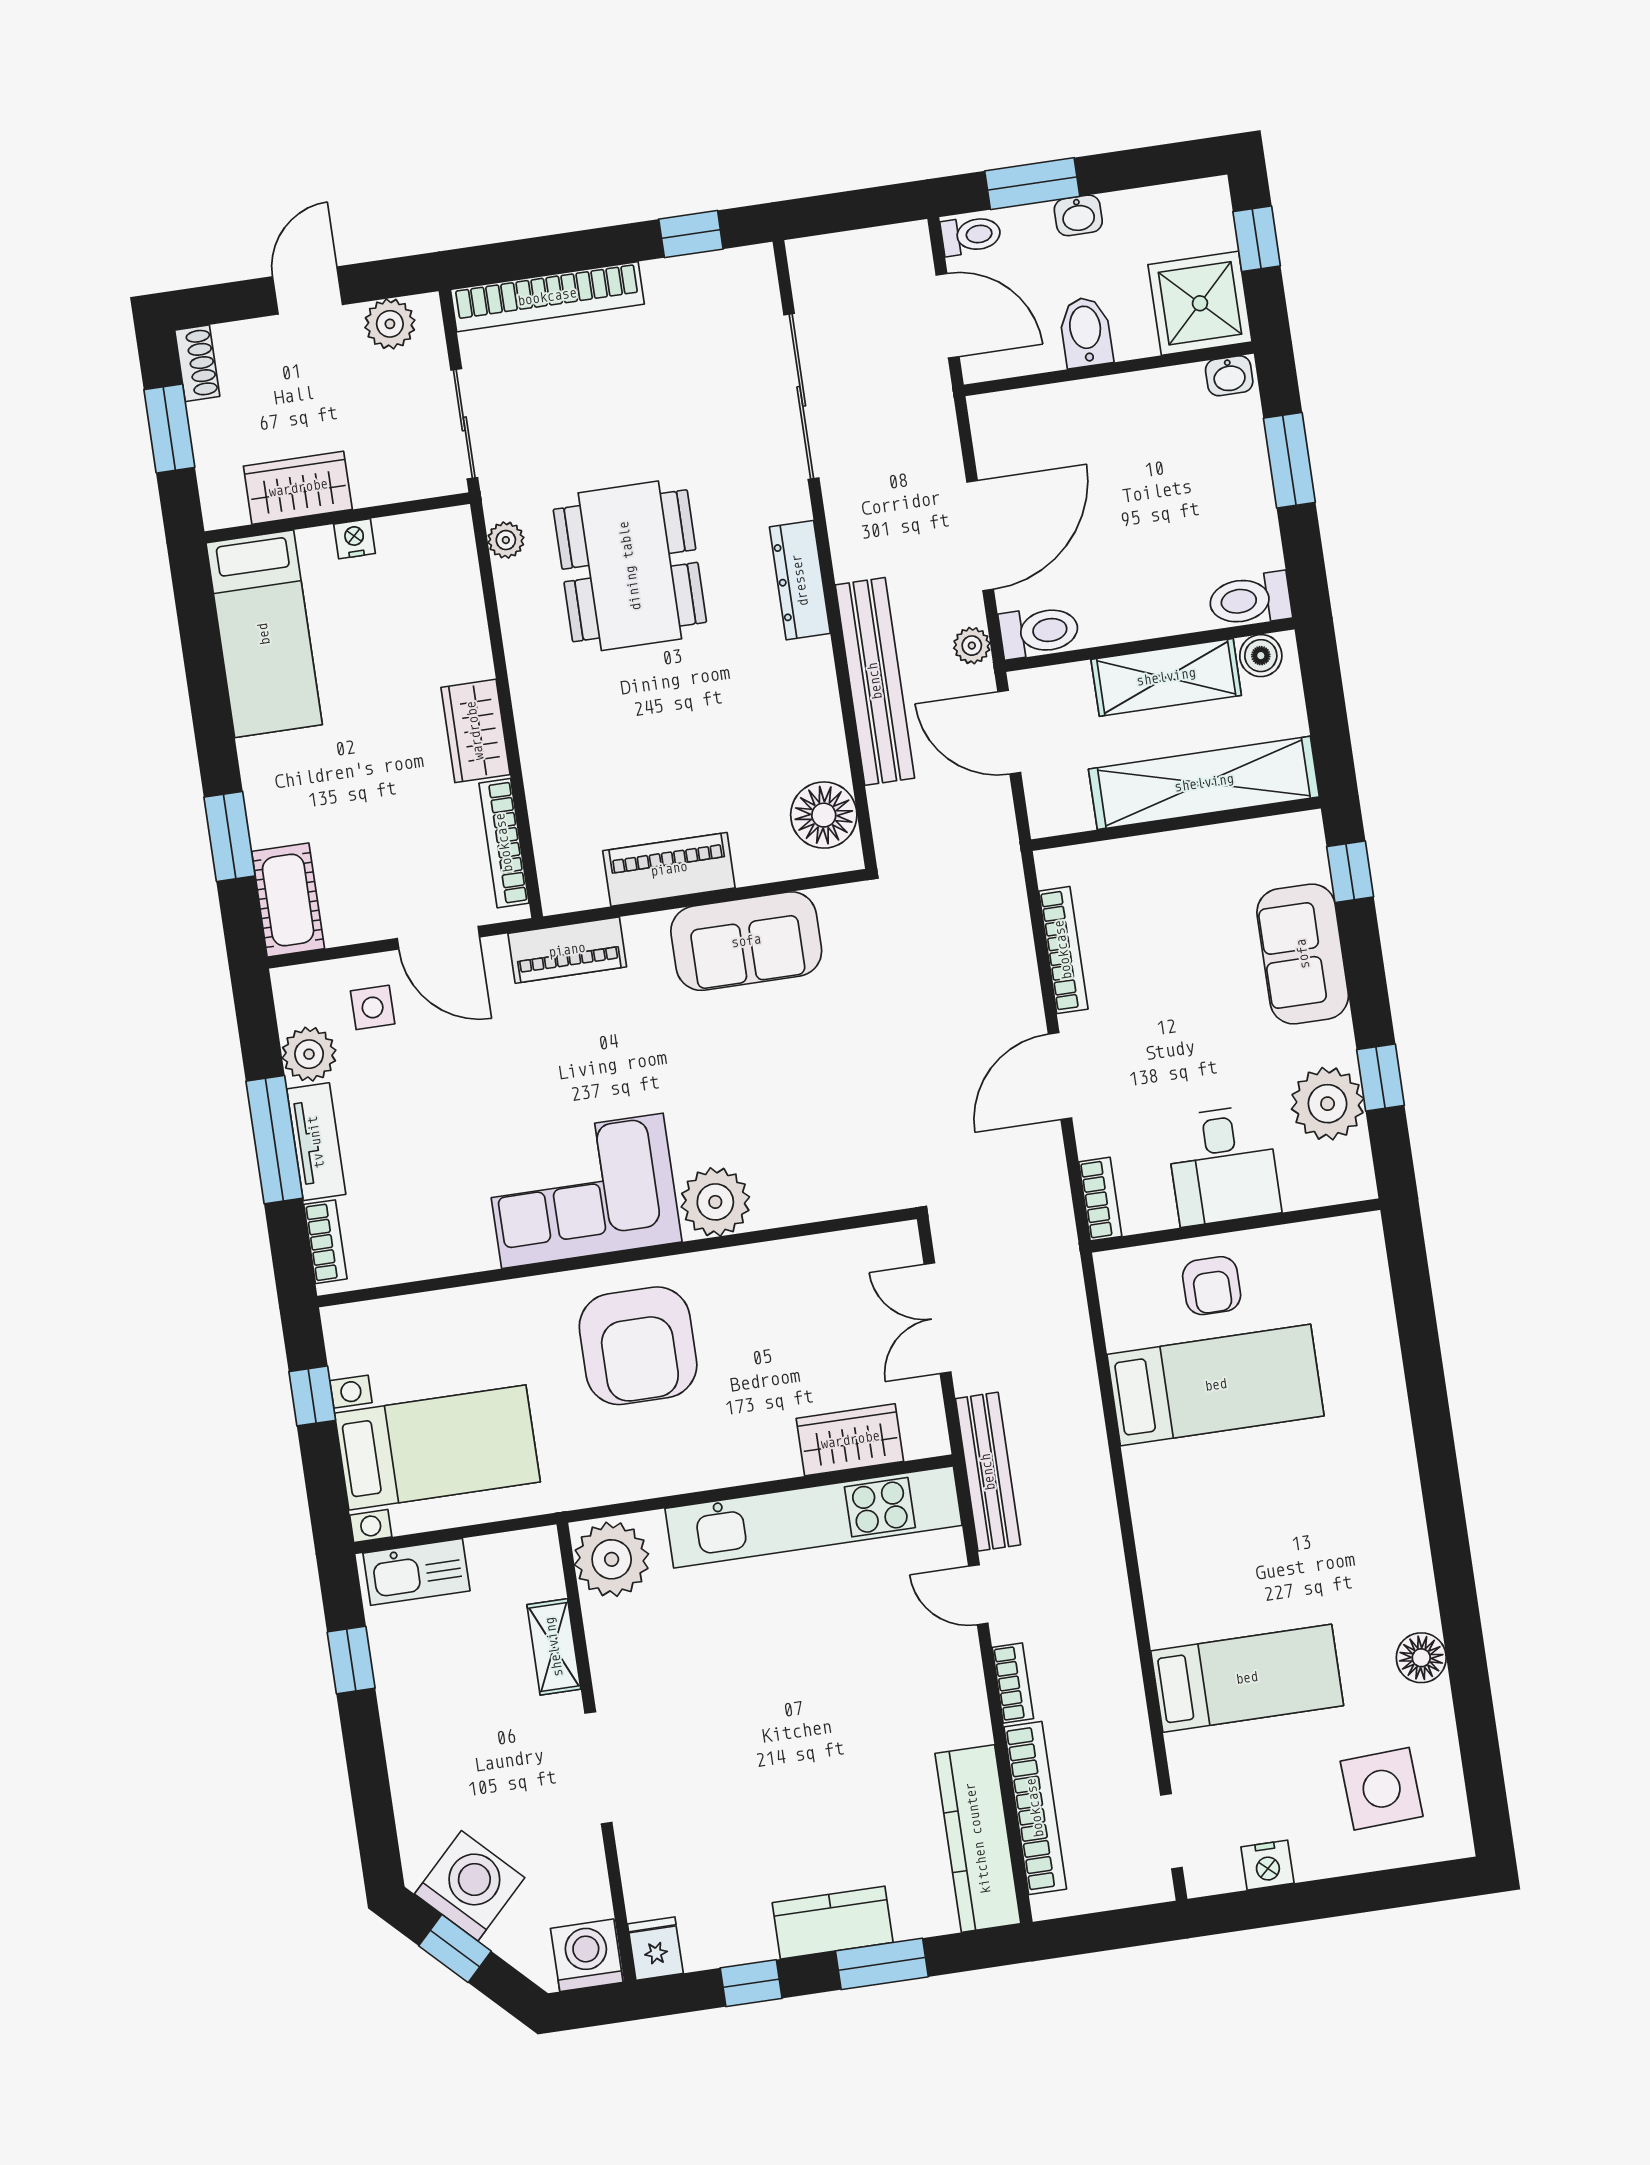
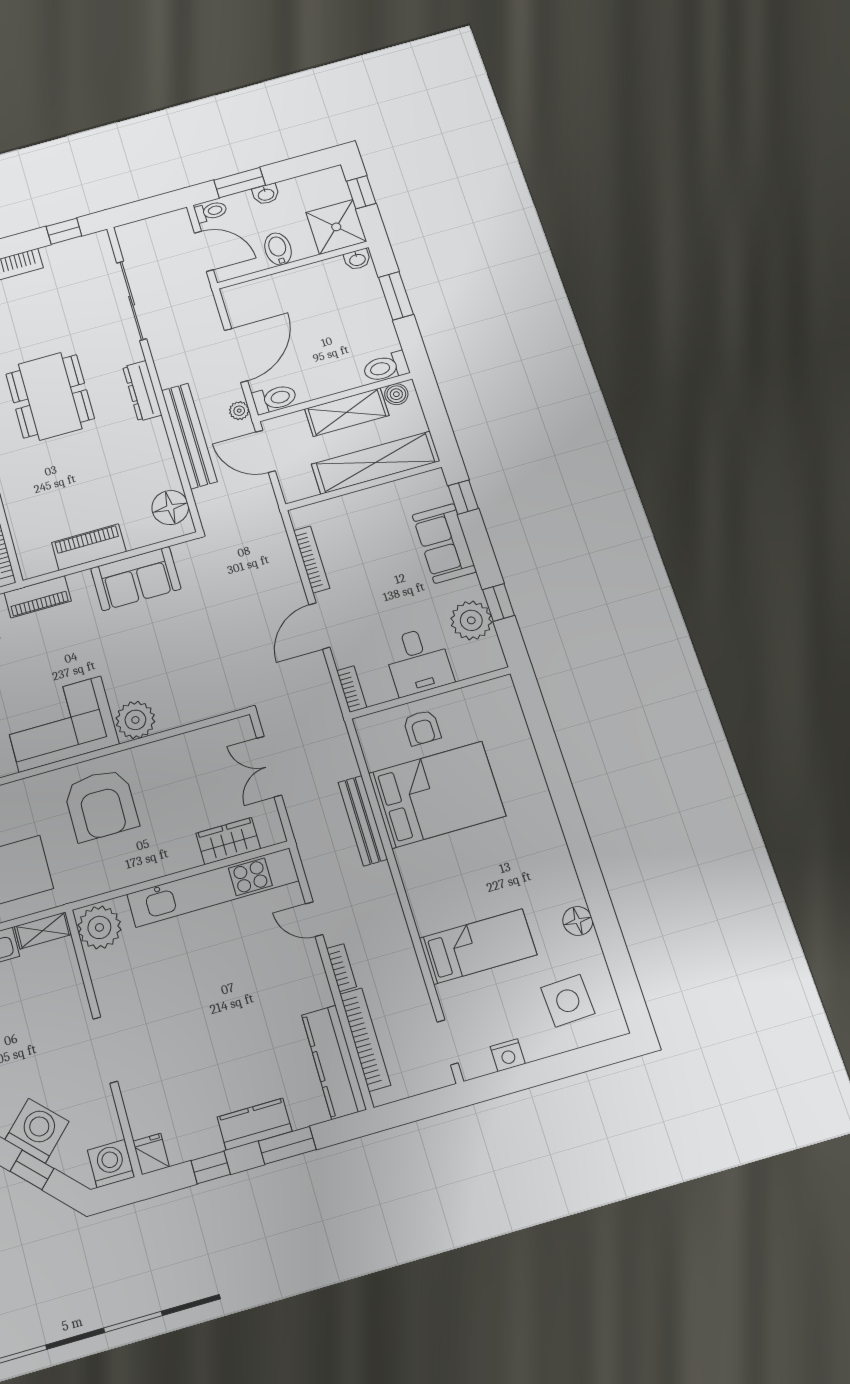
bed: (1216, 1385) -> (437, 795), width x1.50
bench: (988, 1472) -> (363, 821), moved
shelving: (554, 1647) -> (43, 930), moved, turned 90

